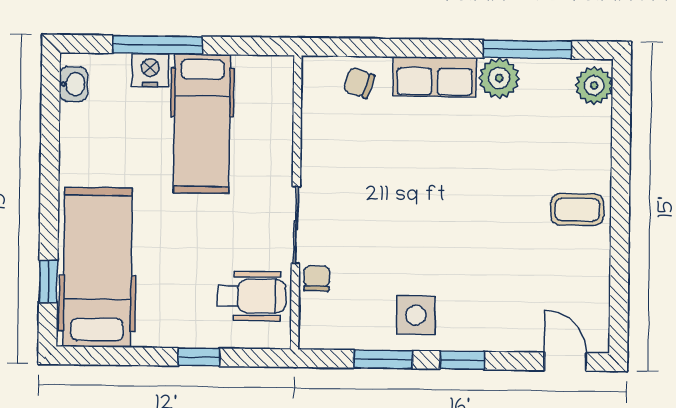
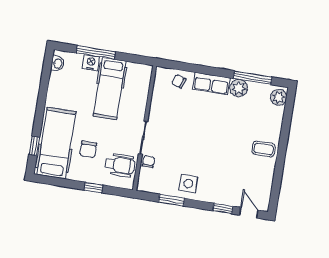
chair: (174, 271) -> (88, 149), added
window: (462, 360) -> (223, 209), moved

